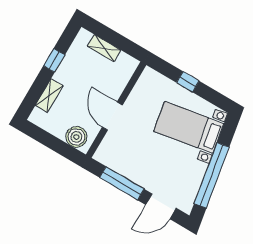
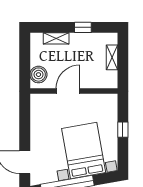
bed with nightstands: (189, 127) -> (84, 151), width x1.36
window: (122, 183) -> (25, 125), removed

